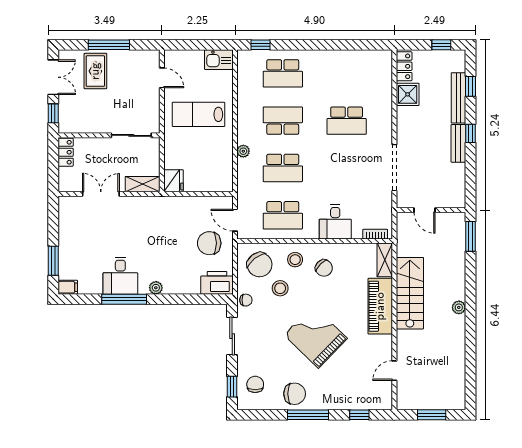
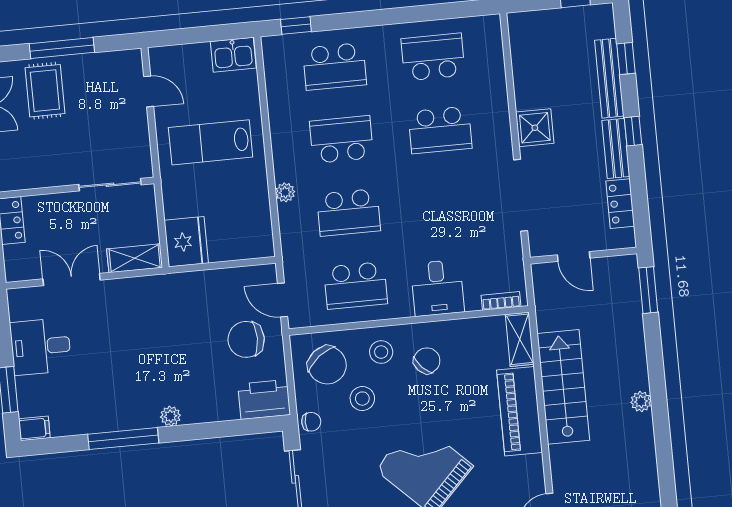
locker: (404, 66) -> (620, 204), moved, turned 180
school desk: (347, 73) -> (433, 57), added
shower: (408, 94) -> (535, 128), moved
fridge: (173, 181) -> (186, 242), width x1.36, depth x1.34
chair: (324, 268) -> (427, 361), turned -88
desk: (120, 276) -> (41, 346), moved, turned 90

